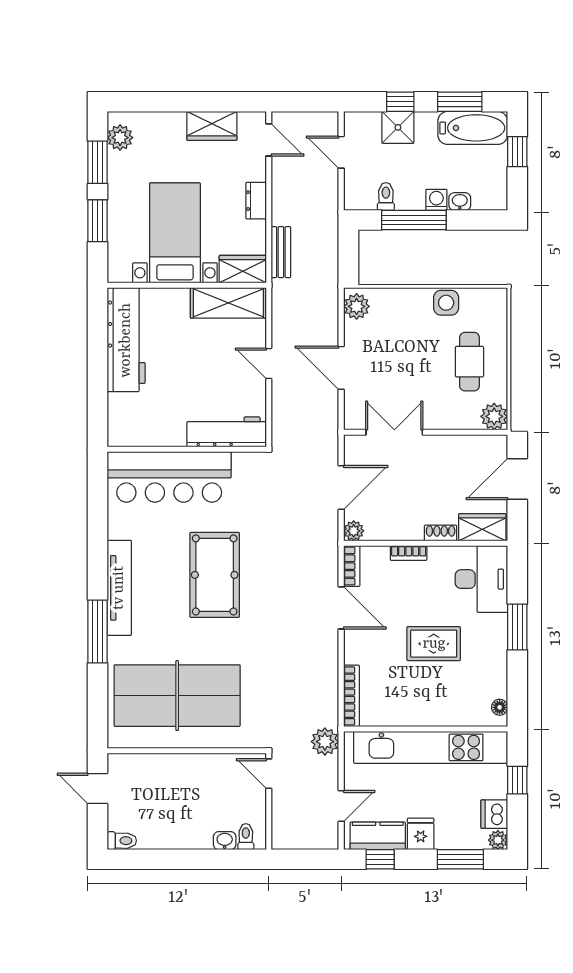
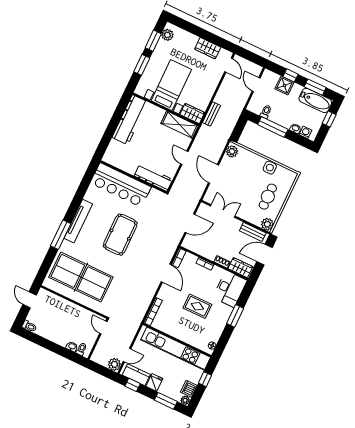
washing machine: (436, 200) -> (305, 132), moved
dresser: (256, 201) -> (211, 88), removed
bench: (473, 445) -> (253, 232), added
plant: (354, 531) -> (186, 244), removed
plant: (325, 742) -> (114, 364), moved

